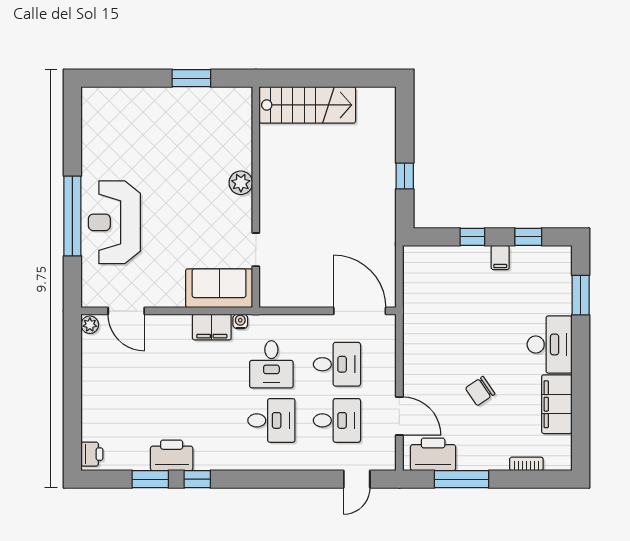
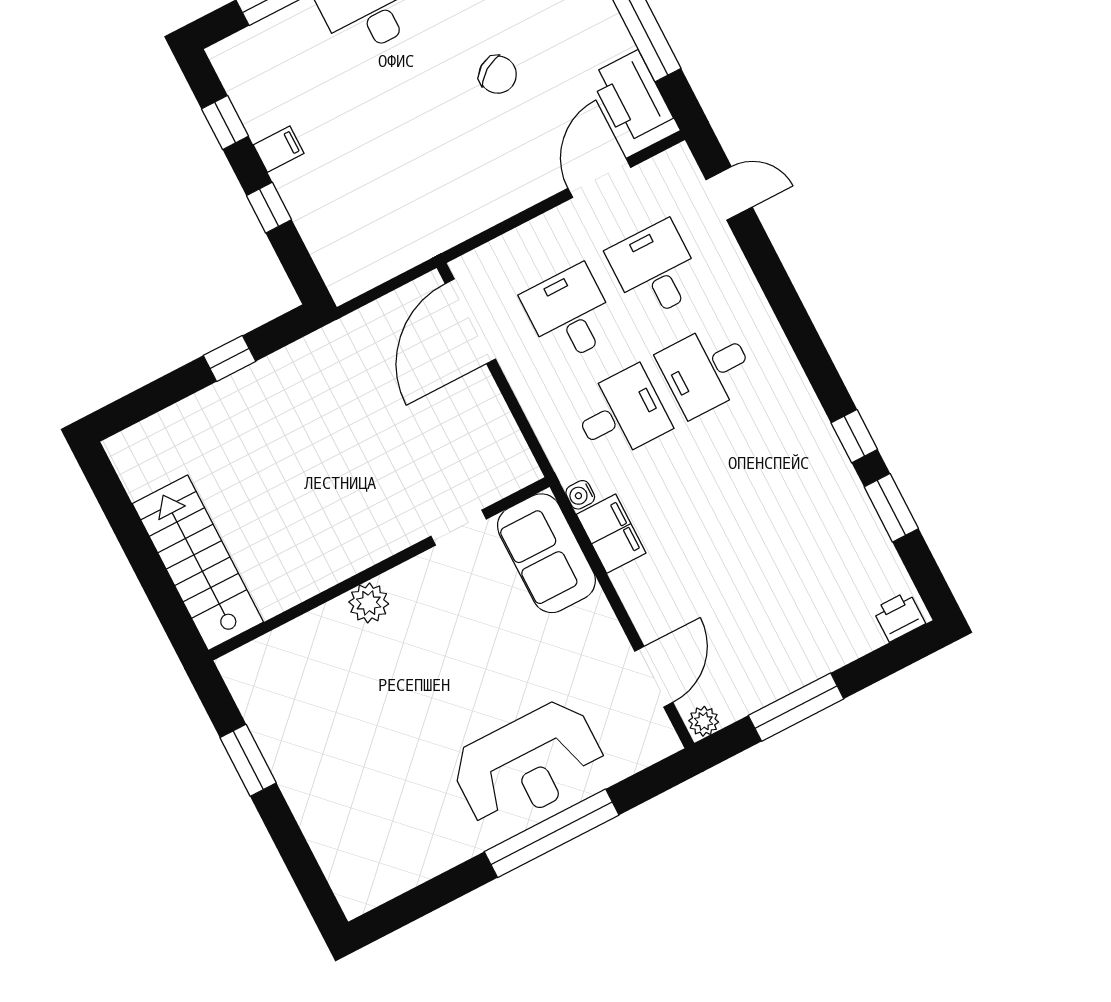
window: (72, 376) -> (796, 707), added
desk: (271, 420) -> (707, 370), turned -90
printer: (172, 455) -> (838, 494), removed

